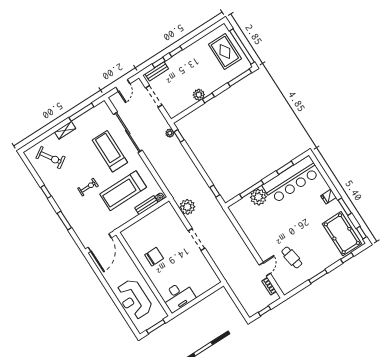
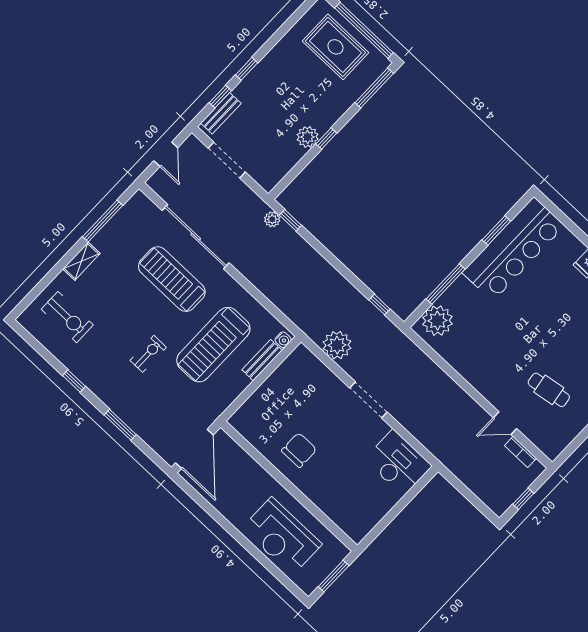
exercise bike: (51, 158) -> (67, 317), turned 33
plant: (258, 197) -> (437, 321), moved
door: (265, 269) -> (505, 423), swing flipped
desk: (178, 296) -> (398, 463), moved, turned -90

